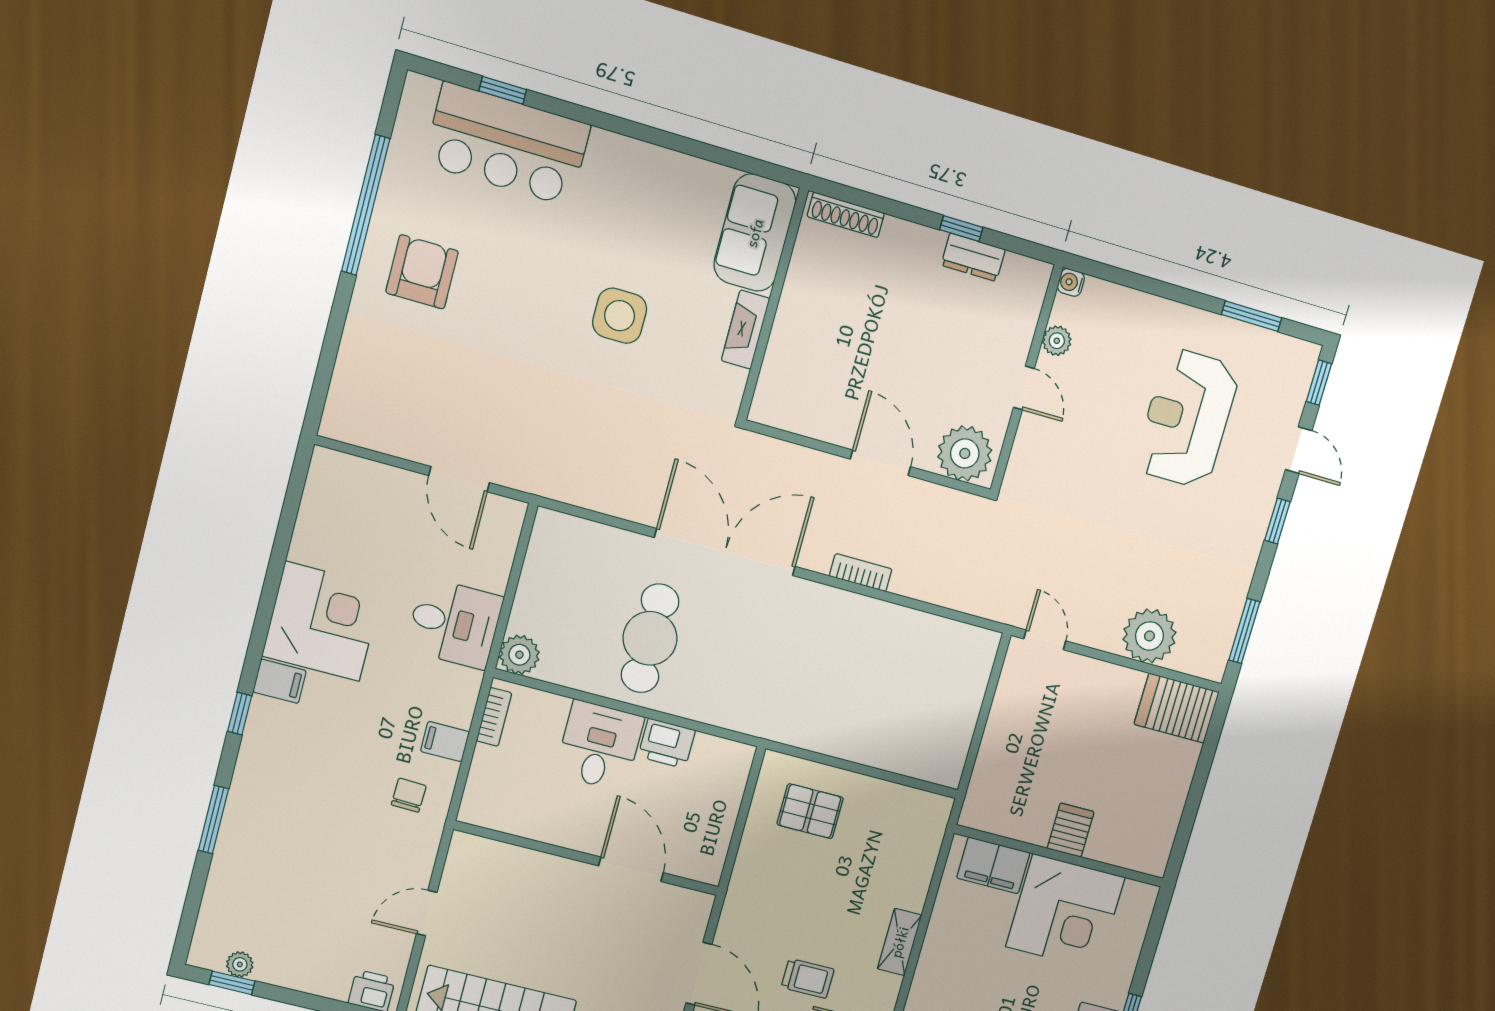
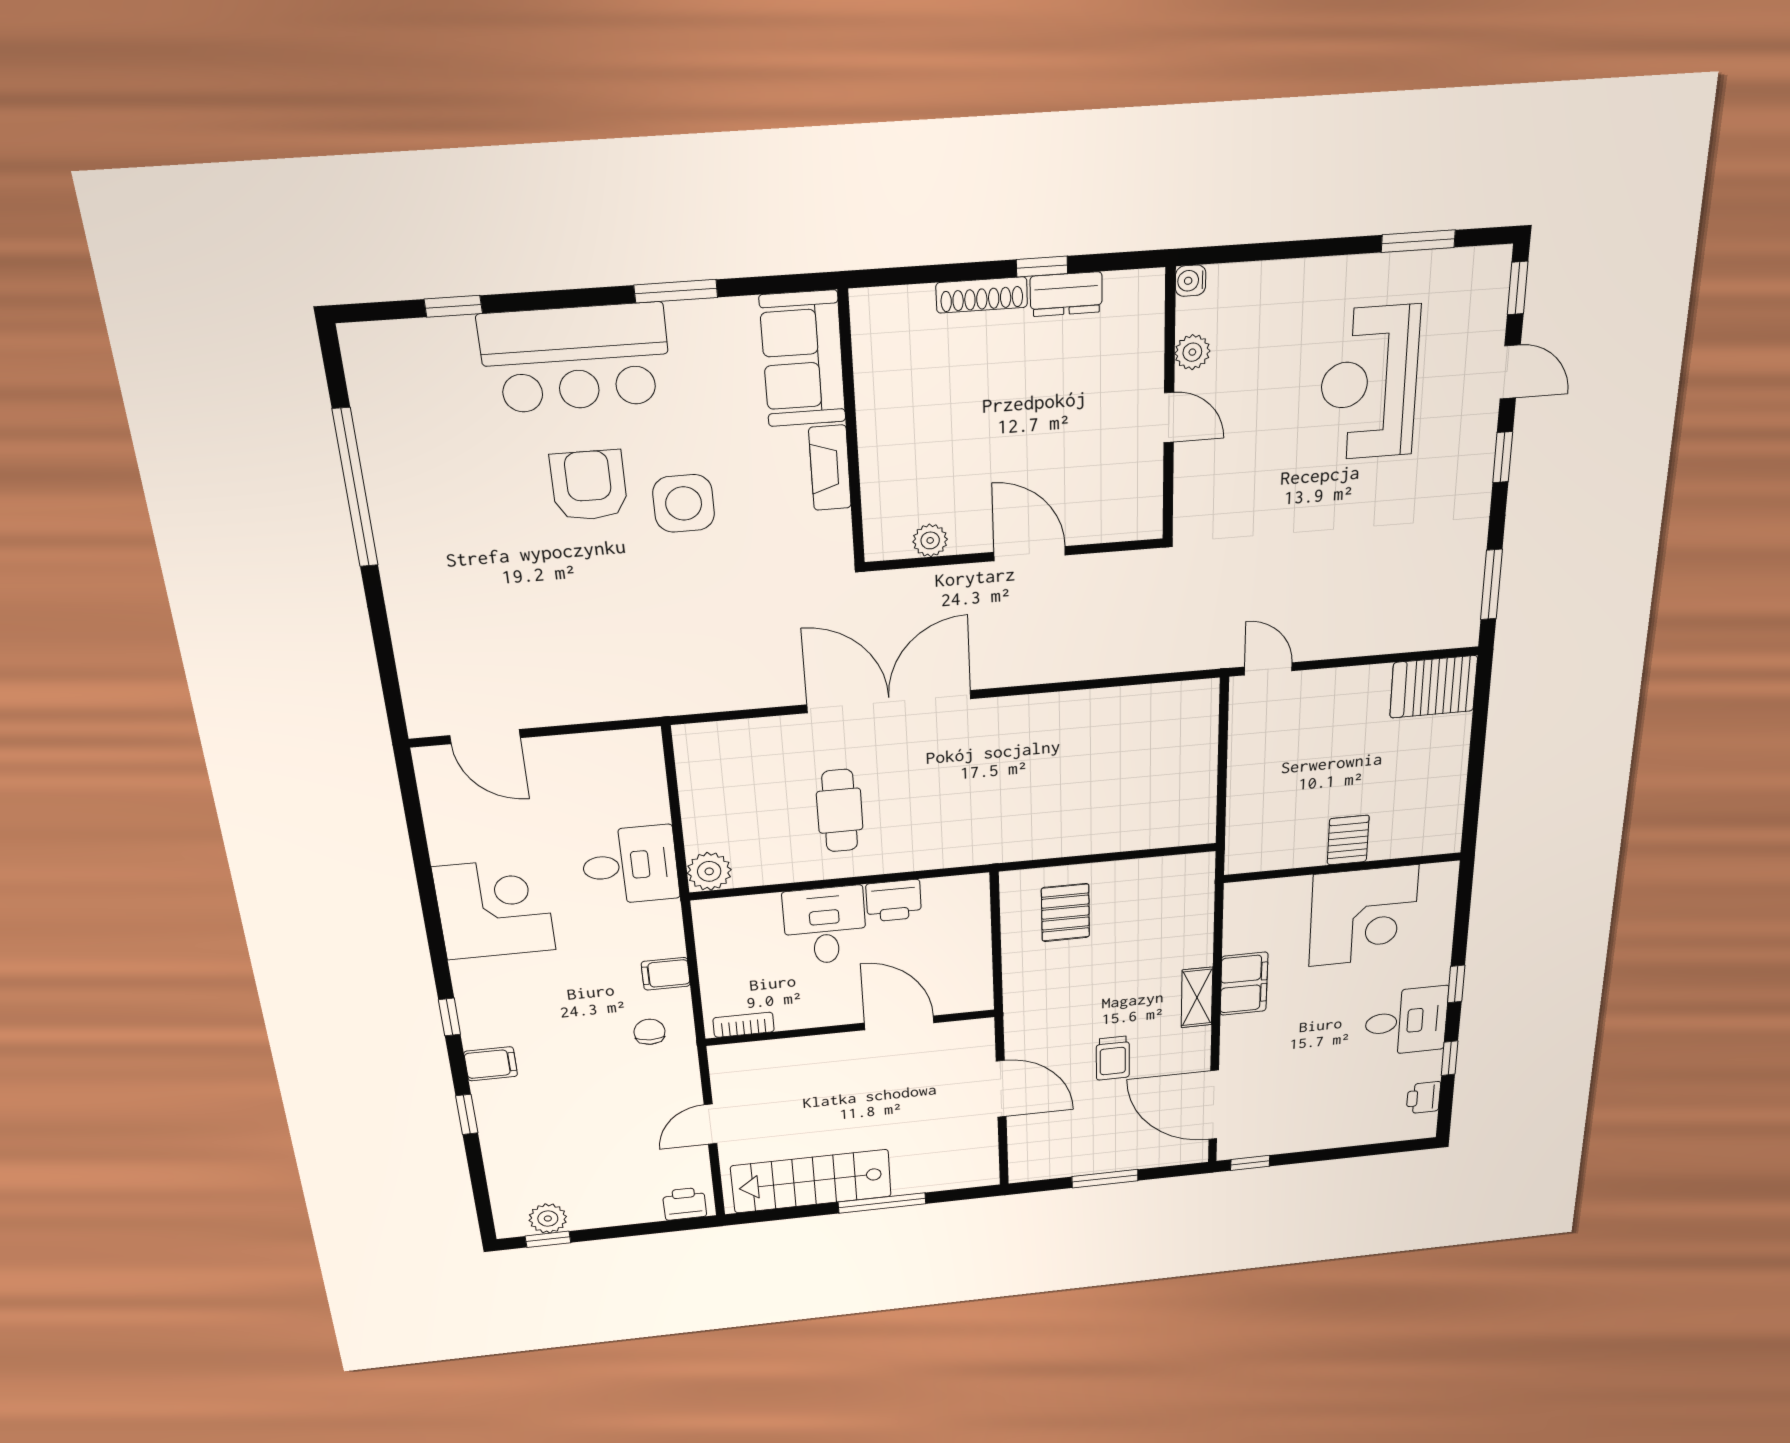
window: (677, 143) -> (676, 291), added
bar counter: (507, 144) -> (575, 358), moved
shoe rack: (846, 215) -> (982, 295), moved
armchair: (422, 272) -> (589, 485), moved
plant: (965, 453) -> (930, 540), moved, width x0.53, depth x0.53
door: (459, 479) -> (485, 737), moved
bookcase: (861, 573) -> (1044, 671), removed
plant: (1149, 636) -> (1385, 626), removed
cafe table: (650, 638) -> (840, 811), width x0.73, depth x0.74
filing cabinet: (280, 681) -> (491, 1064), moved
bookcase: (494, 717) -> (744, 1025), moved, turned -90
pallet: (810, 811) -> (1065, 913), turned 90
window: (213, 820) -> (467, 1114), width x0.67
filing cabinet: (993, 865) -> (1244, 984), moved, turned -90
plant: (240, 964) -> (548, 1219), width x1.38, depth x1.38
trolley: (808, 978) -> (1113, 1058), turned 90

